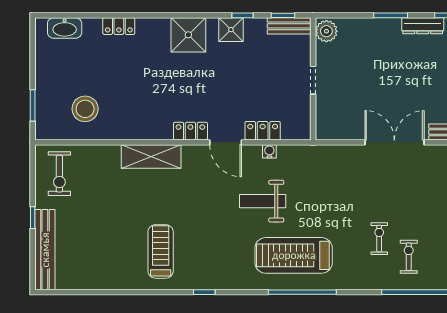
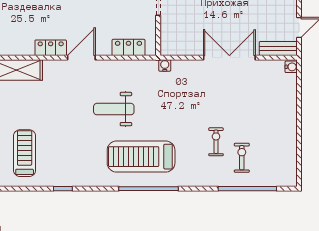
locker: (263, 131) -> (128, 47), moved
door: (226, 142) -> (81, 58), swing flipped
water cooler: (269, 151) -> (165, 65), moved

